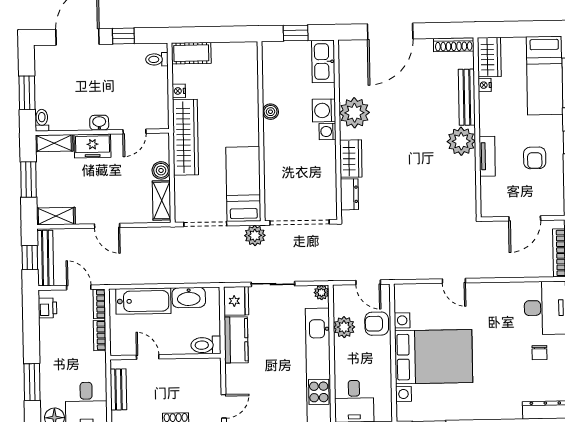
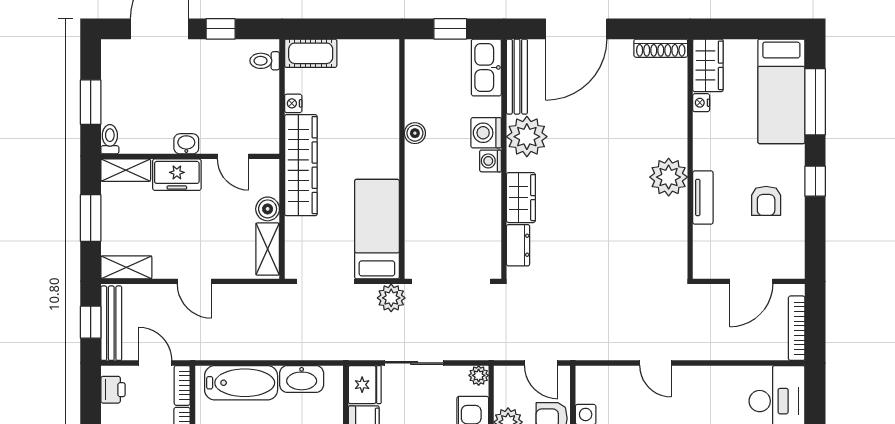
bench: (467, 97) -> (517, 77), moved
door: (134, 131) -> (233, 156), hinge flipped

